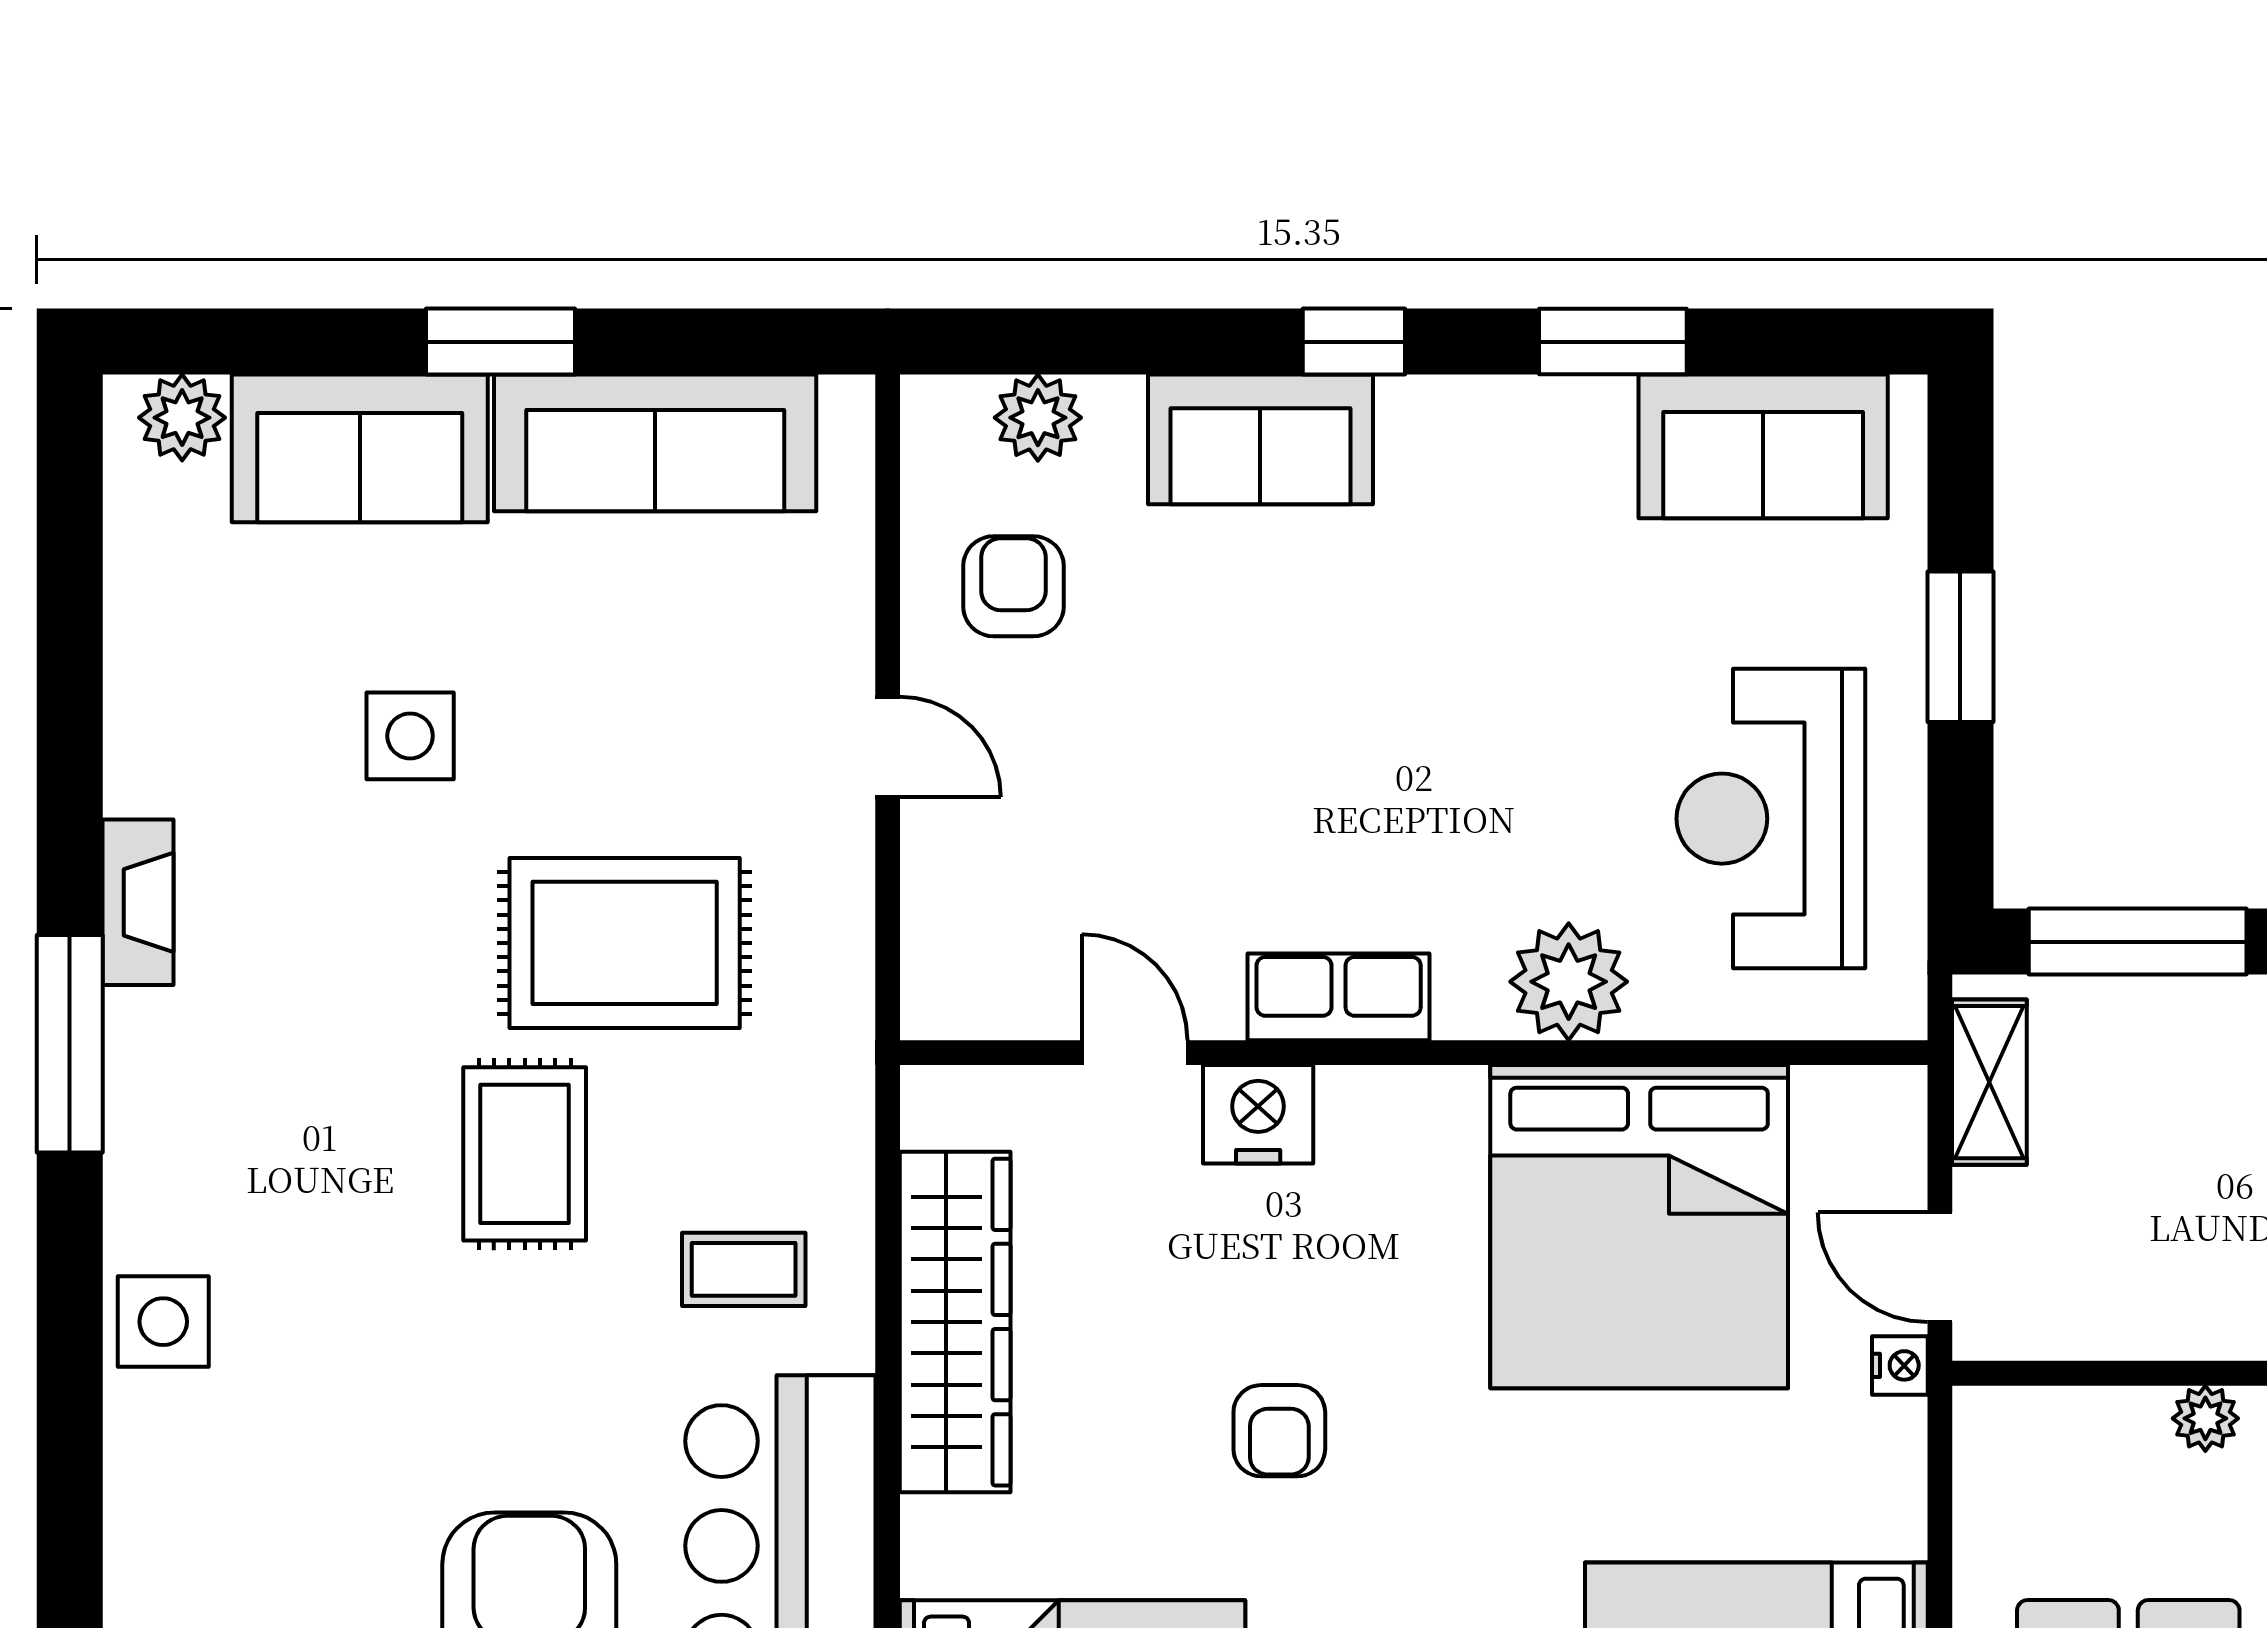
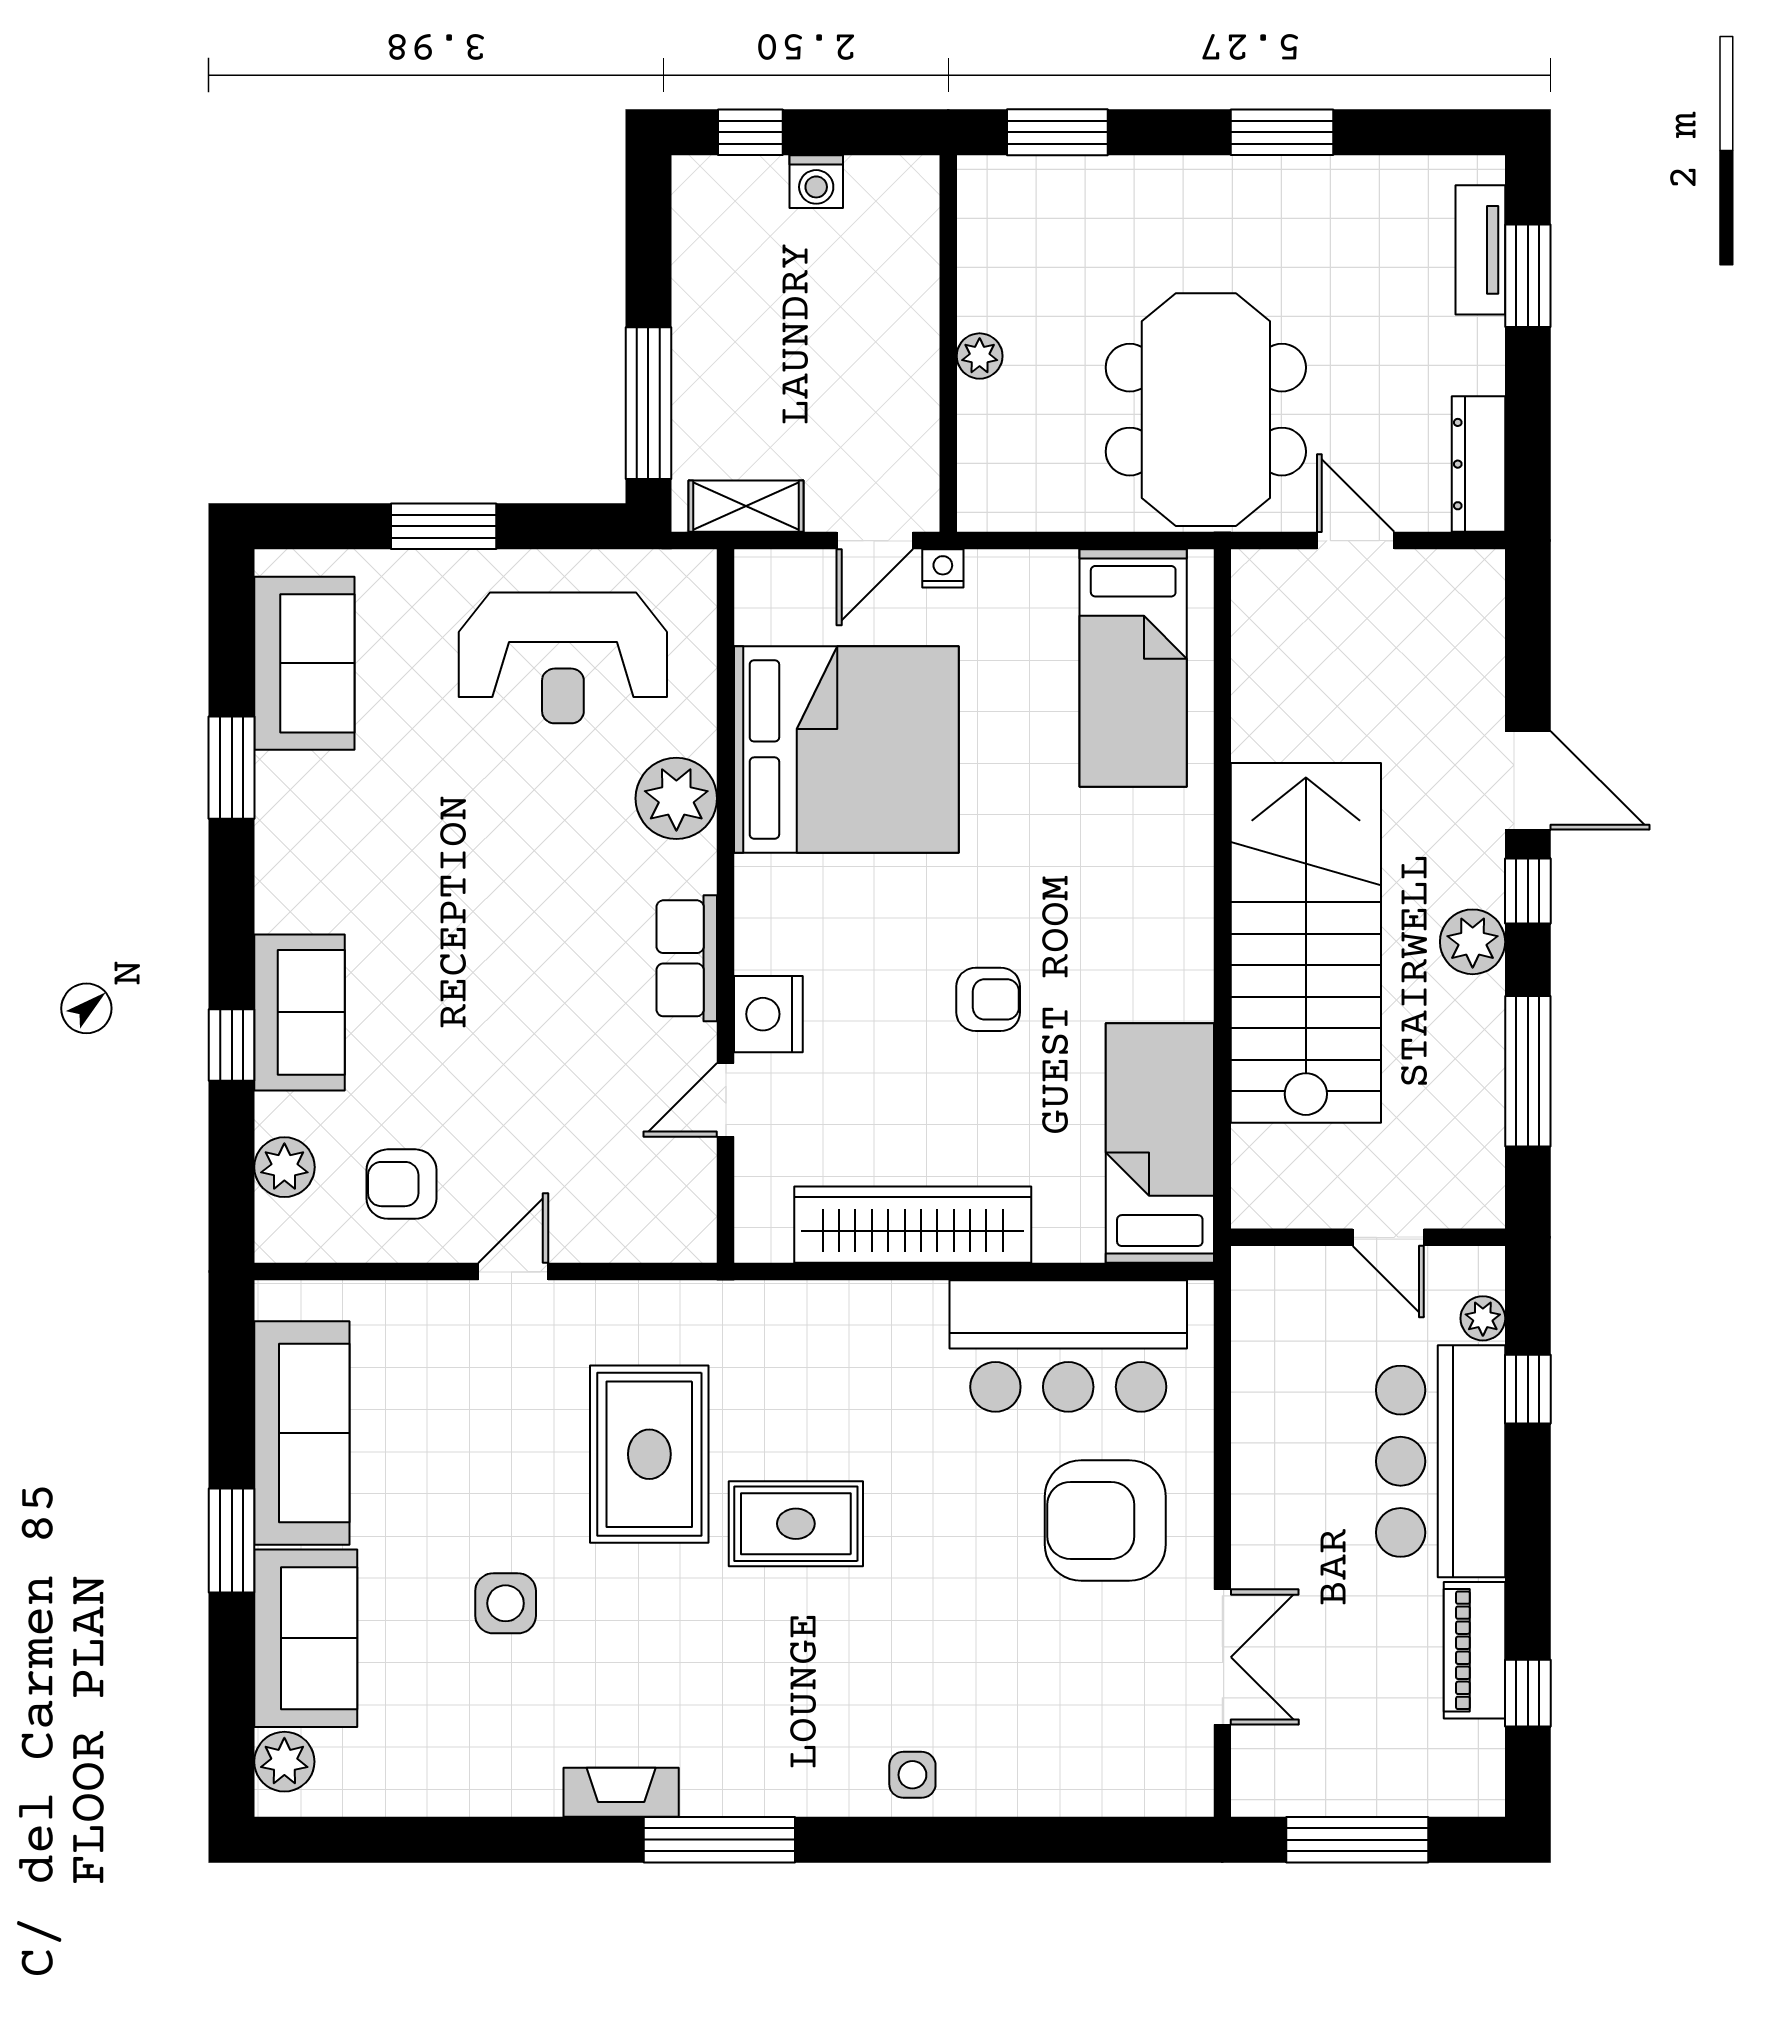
window: (1354, 342) -> (232, 1045), moved
coffee table: (744, 1269) -> (876, 1371), removed
side table: (163, 1322) -> (912, 1775), width x0.73, depth x0.73

